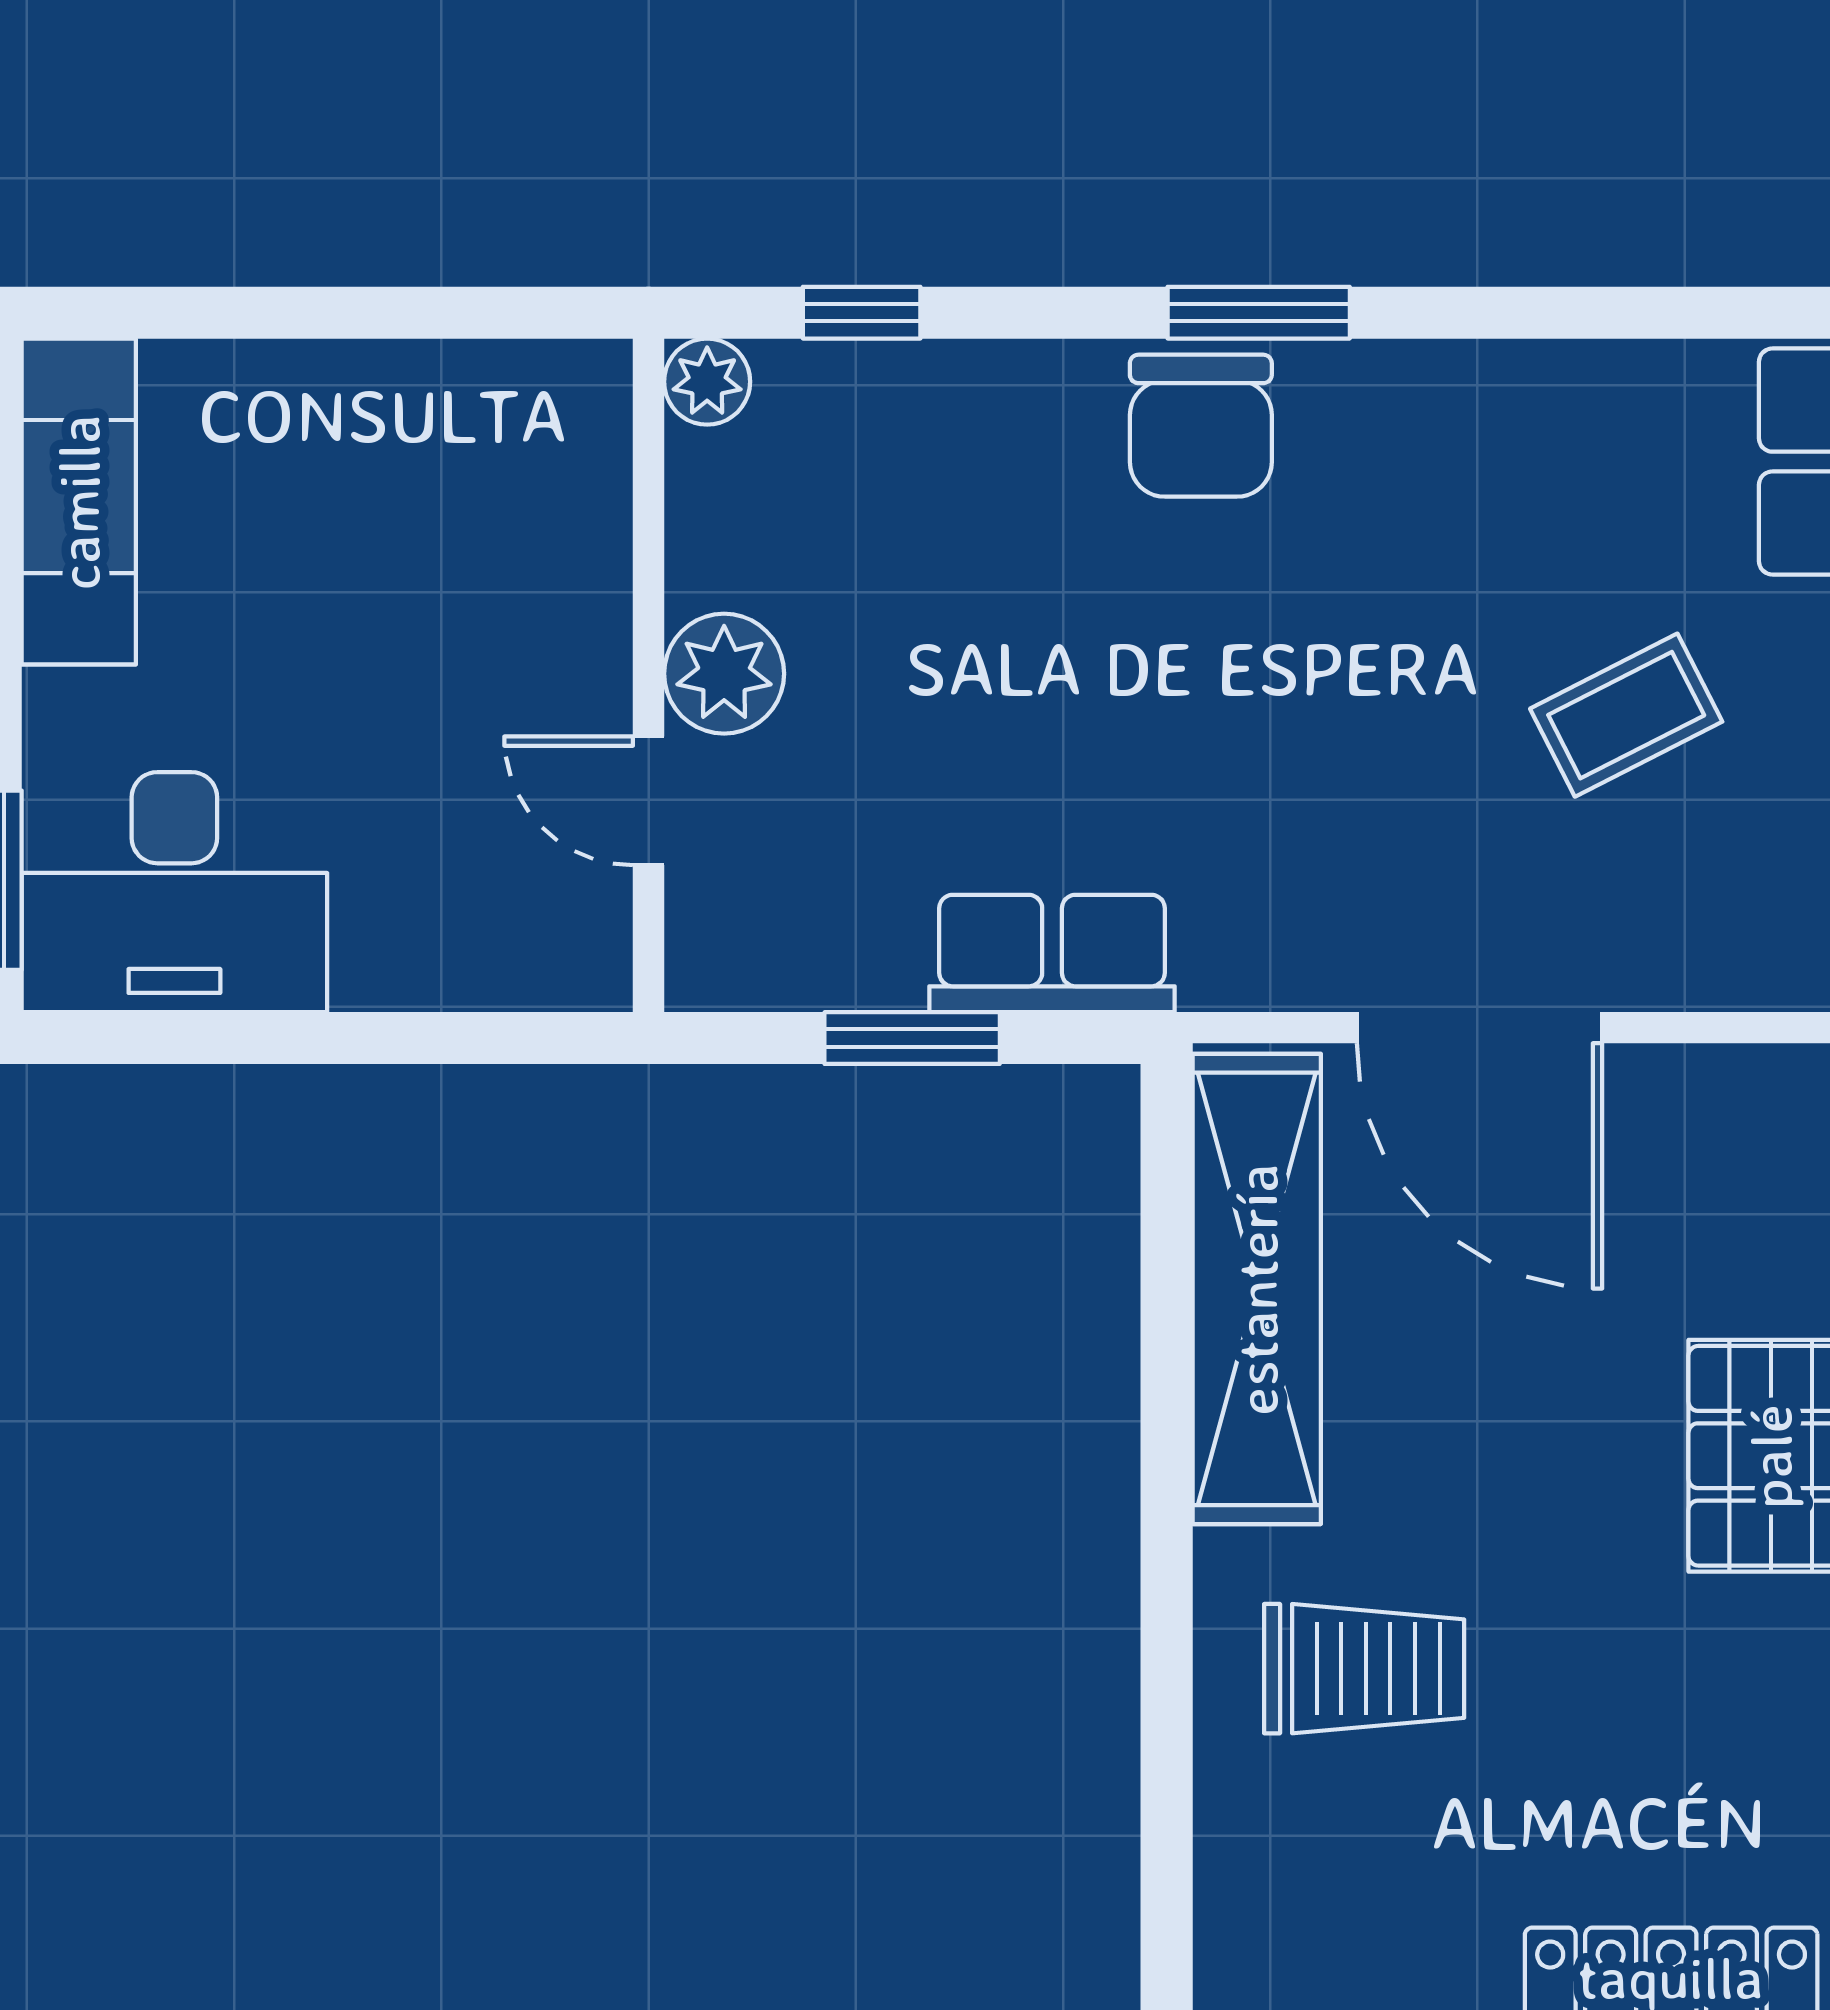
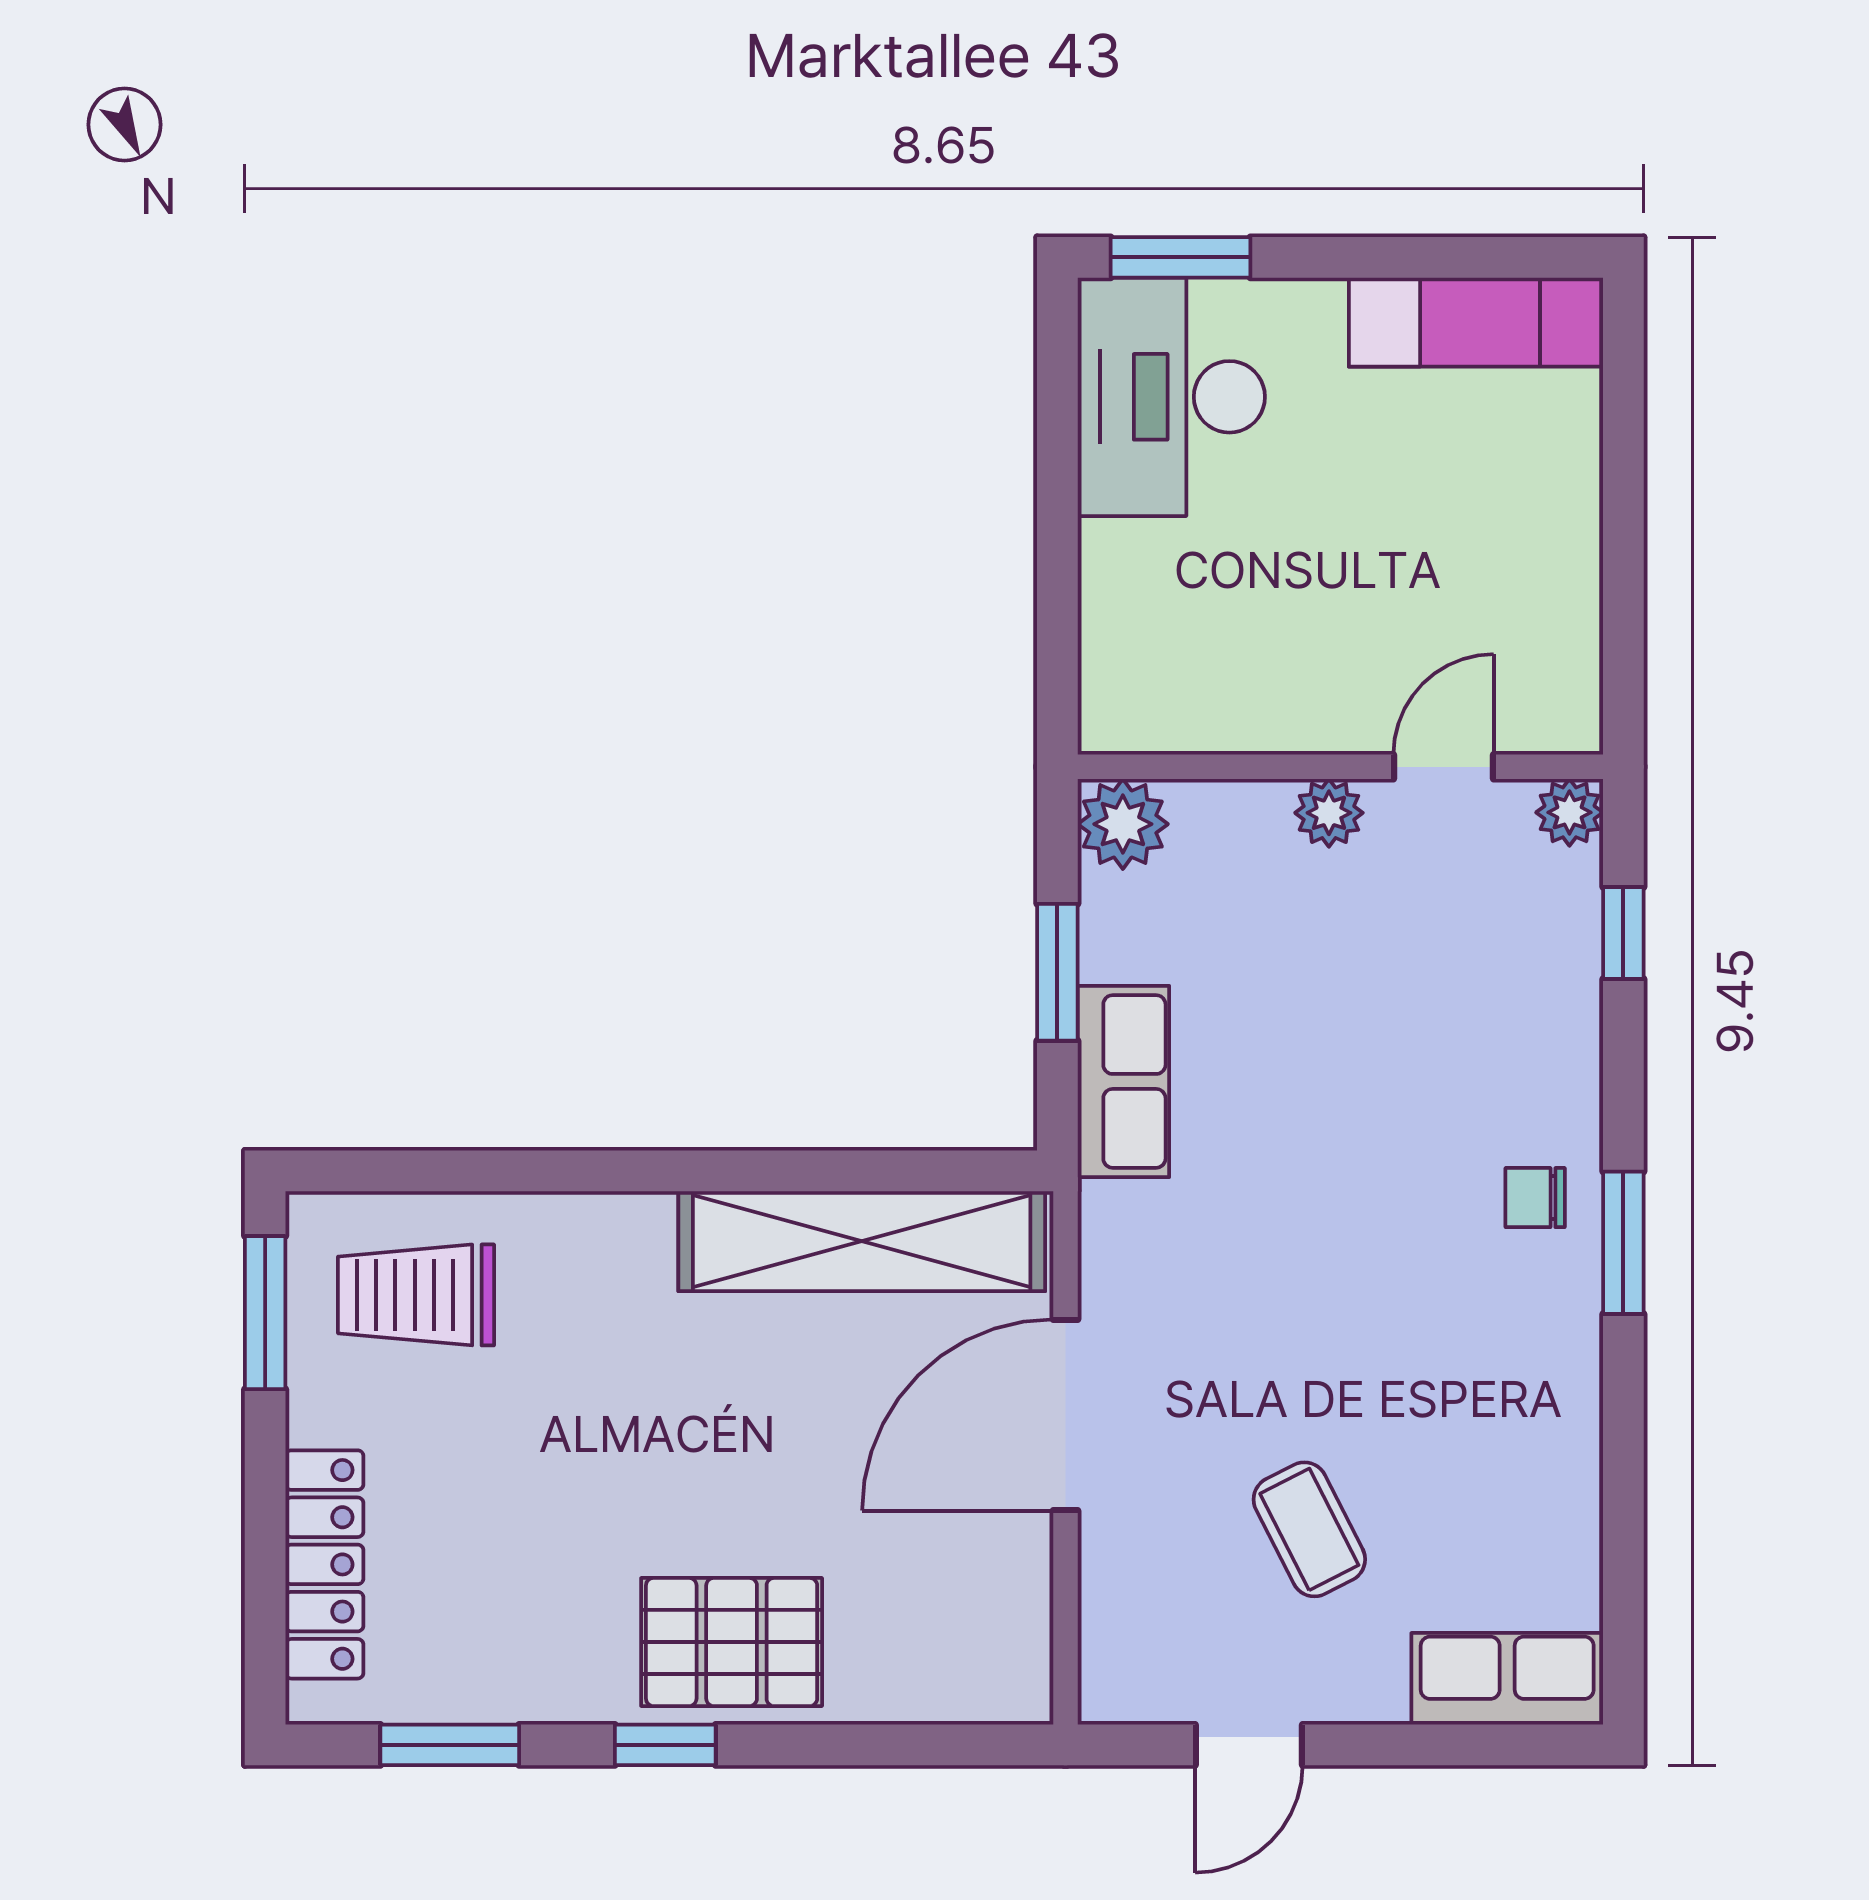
chair: (1201, 426) -> (1535, 1198), width x0.54, depth x0.54
plant: (724, 674) -> (1329, 813), width x0.73, depth x0.73
door: (649, 801) -> (1444, 767), moved
plant: (722, 954) -> (1123, 824), added
trolley: (1364, 1669) -> (416, 1295), moved, turned 90

